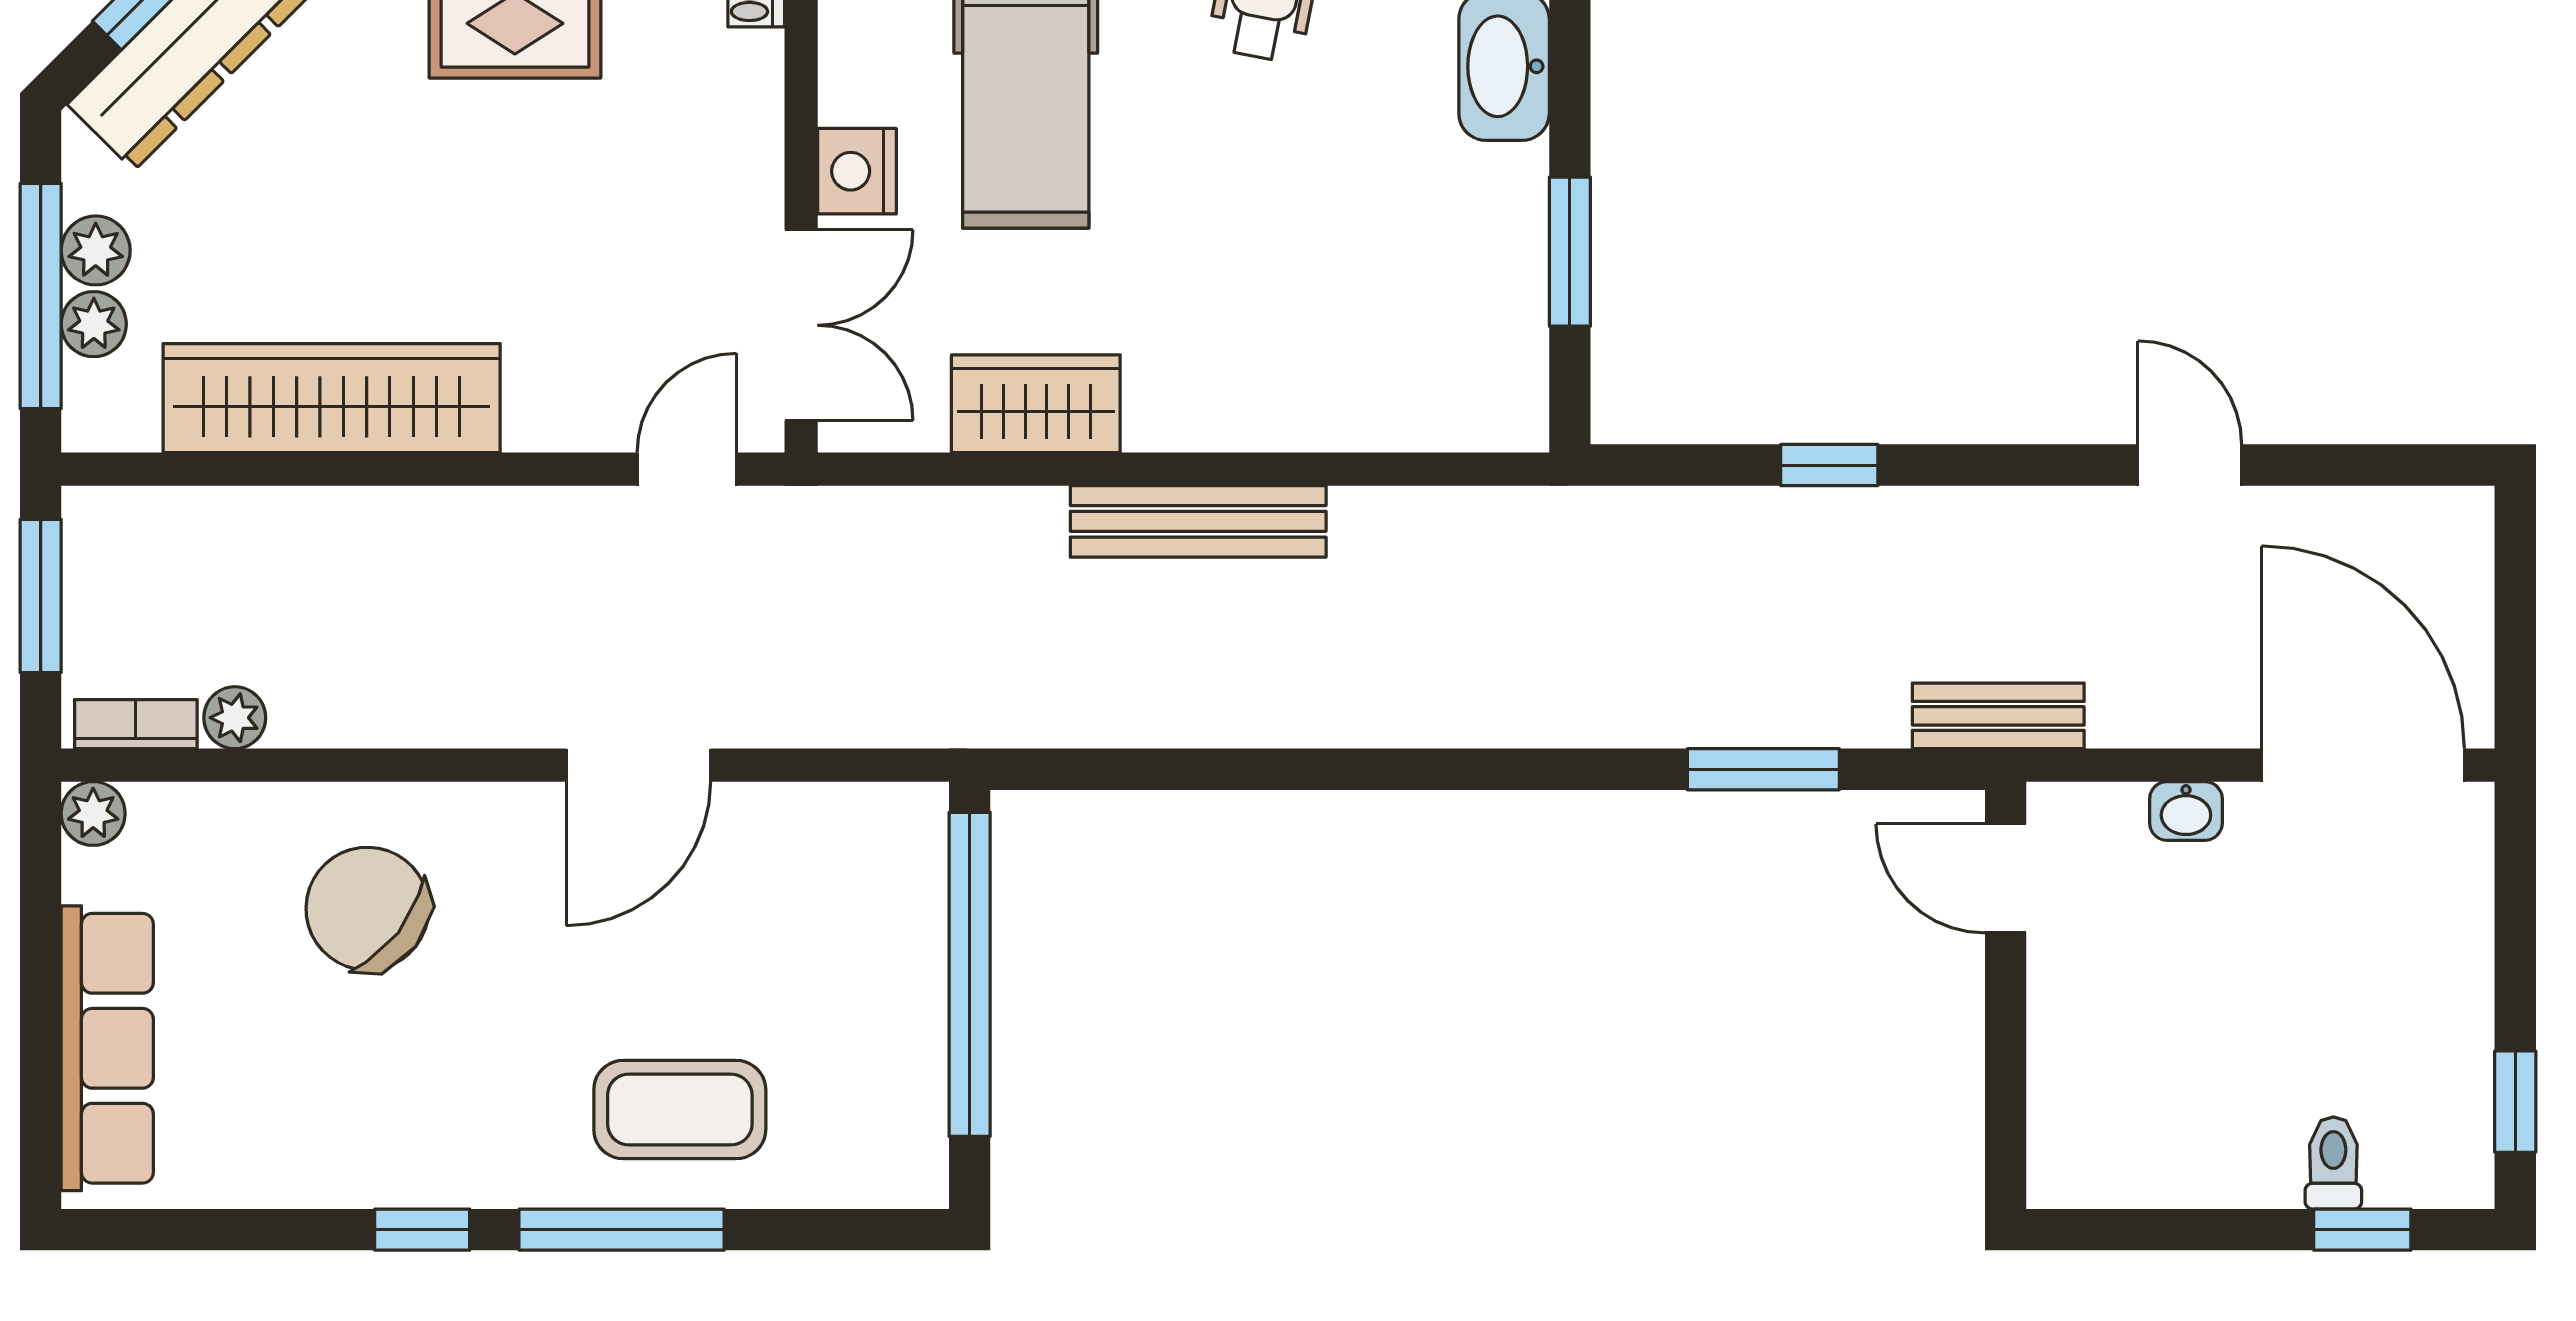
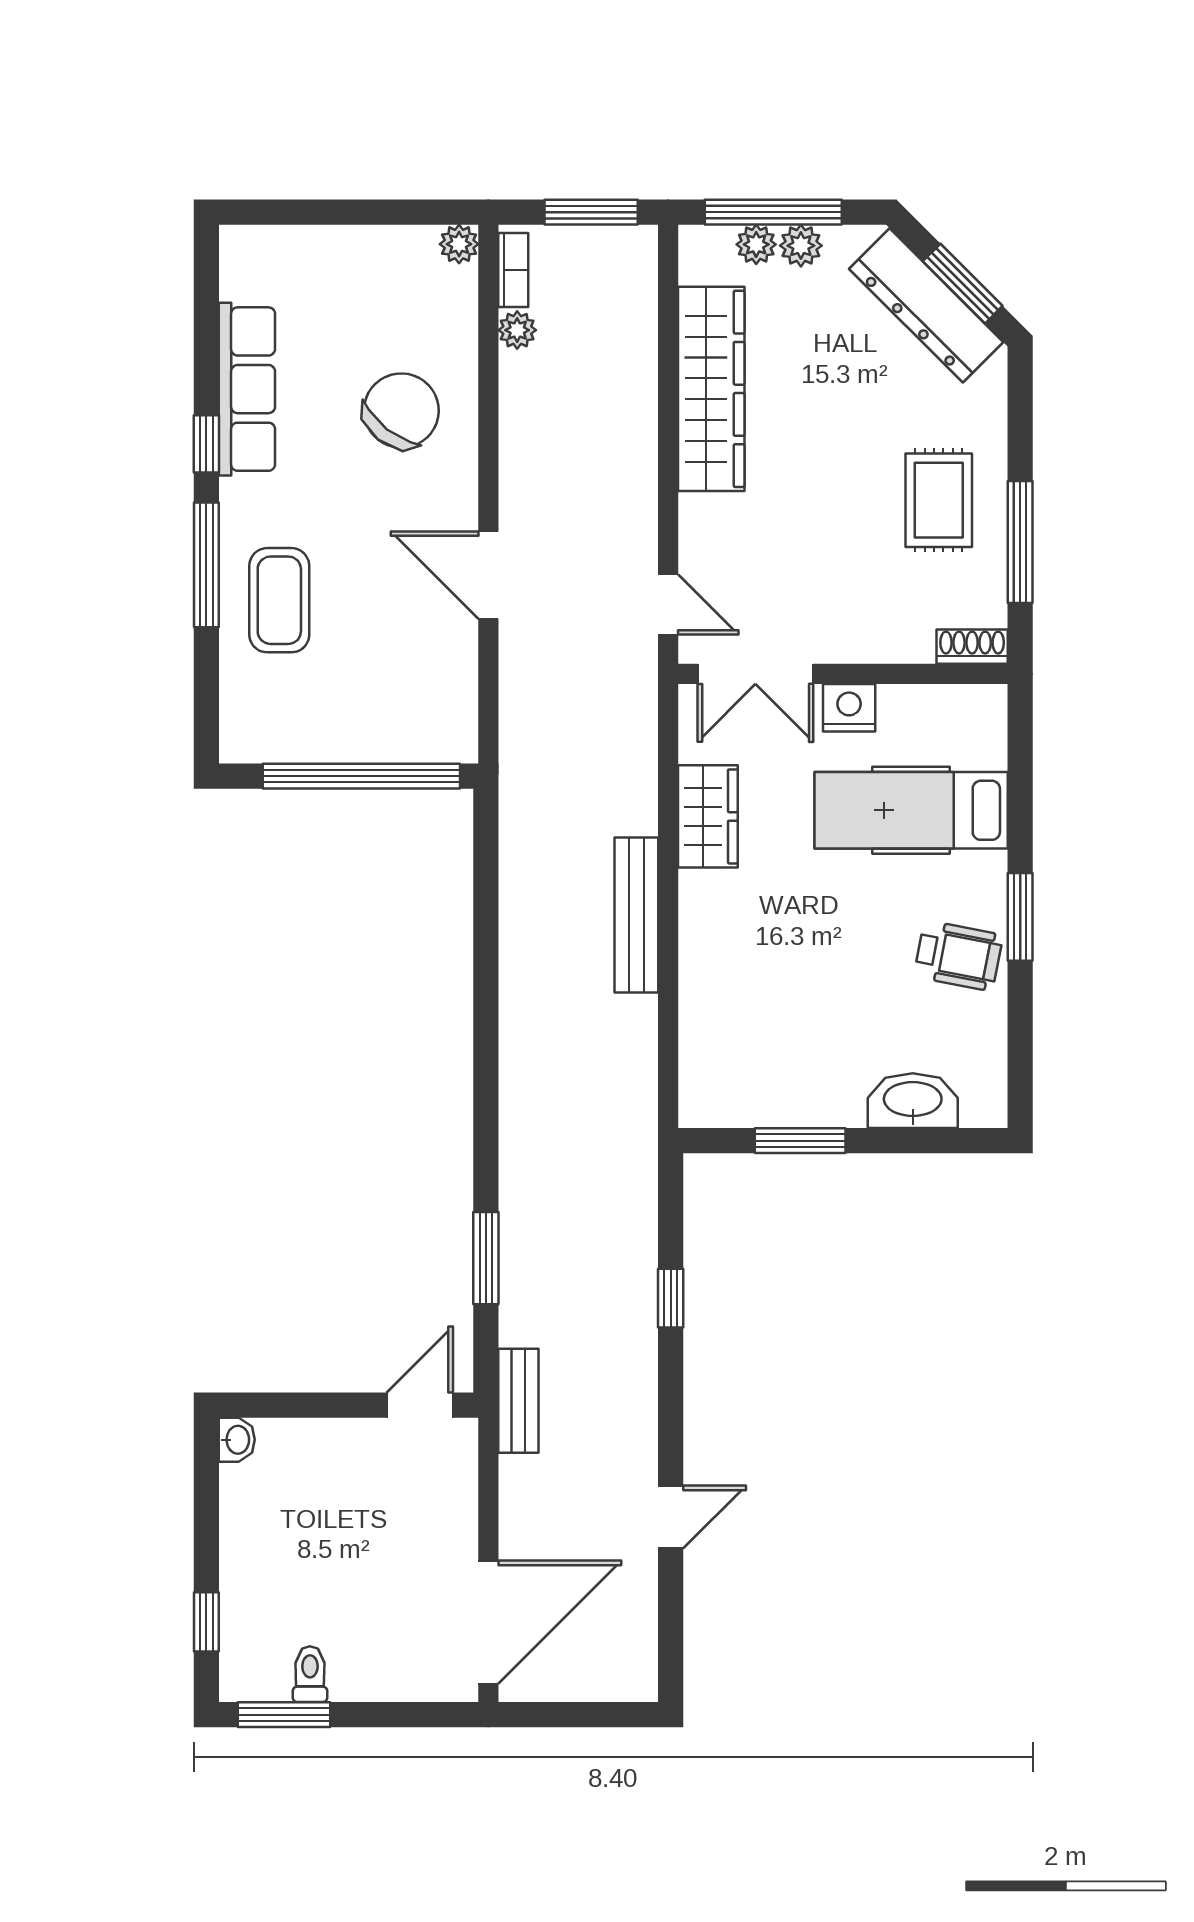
washbasin: (2186, 811) -> (237, 1440), moved, turned 180
row of seats: (107, 1048) -> (247, 389), moved, turned -90
window: (2515, 1102) -> (284, 1715), width x1.50
toilet: (2333, 1163) -> (310, 1674), moved, turned -90

